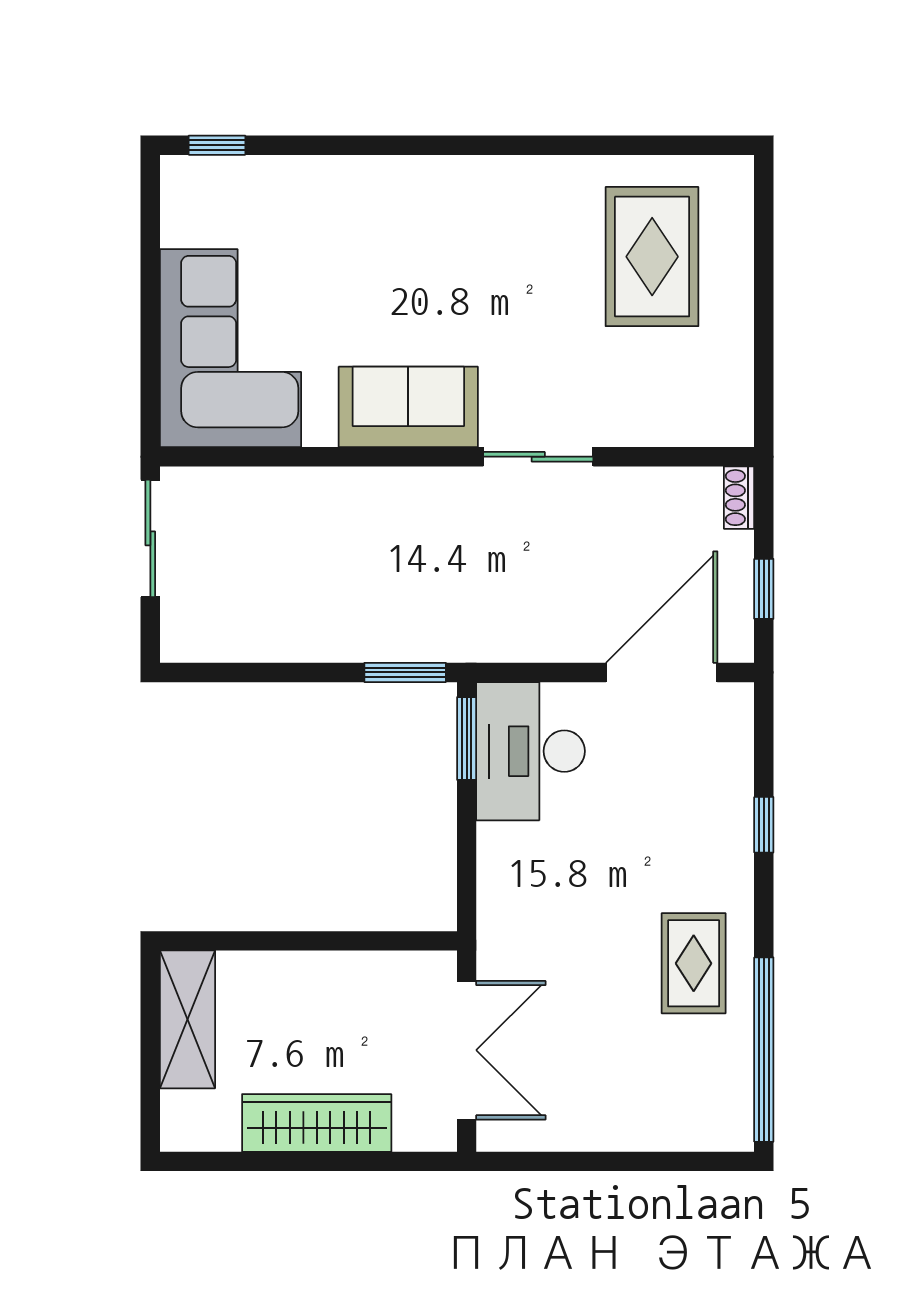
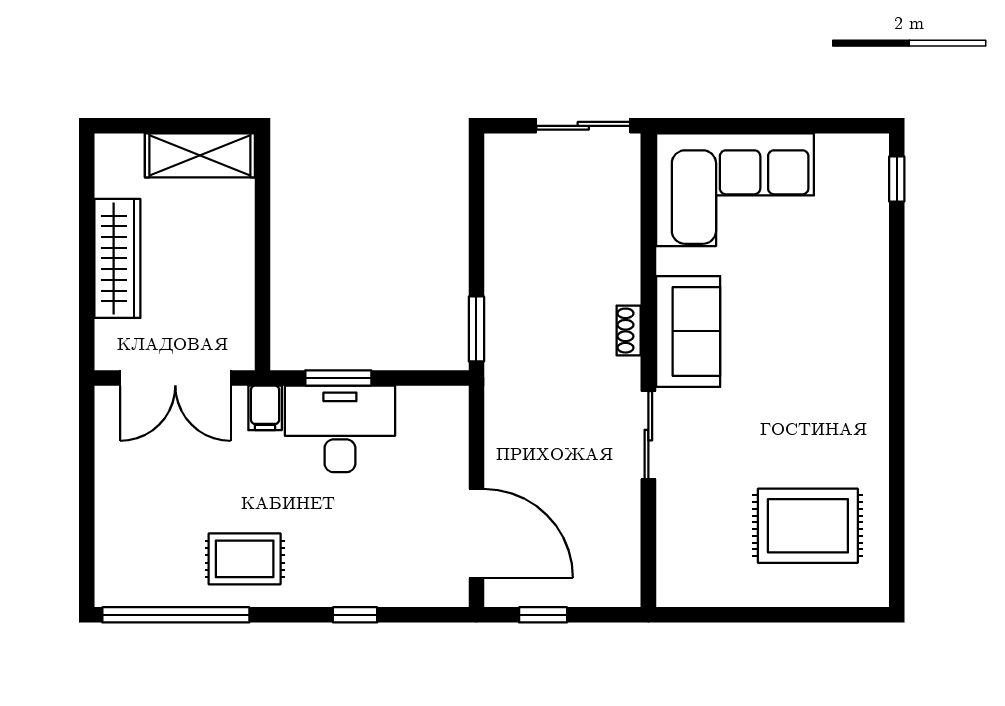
shoe rack: (739, 498) -> (629, 331), moved, turned -90
window: (467, 738) -> (338, 378), moved
desk: (531, 751) -> (340, 429), moved
filing cabinet: (504, 938) -> (265, 408), added

